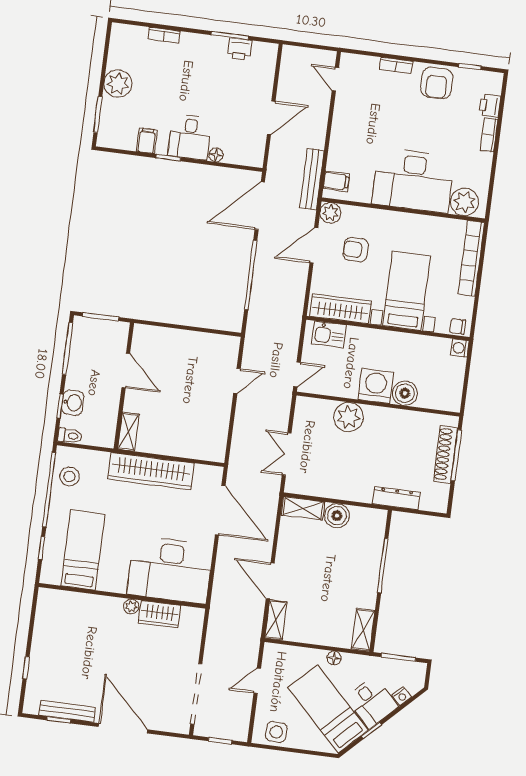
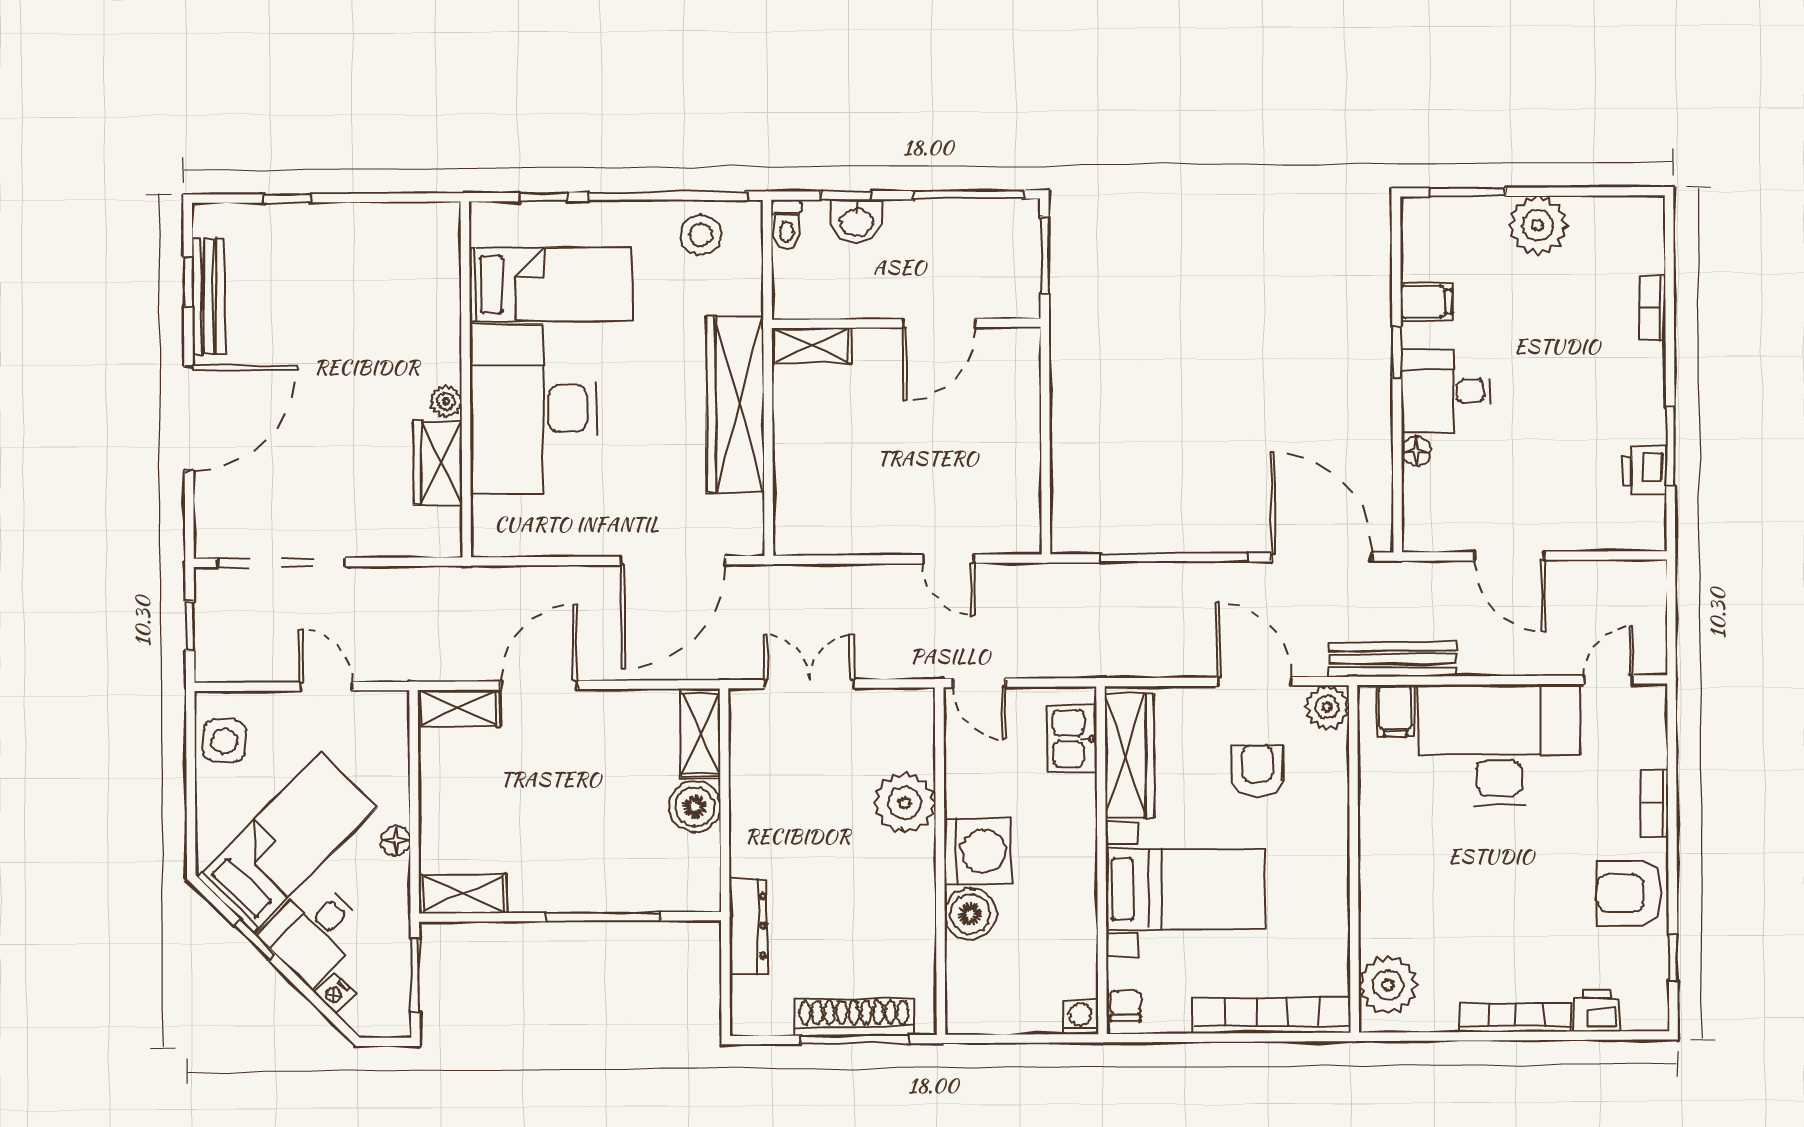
bookcase: (489, 135) -> (1516, 1018), width x1.56
desk: (413, 180) -> (1499, 745), moved, turned 90
desk: (170, 570) -> (533, 409), moved

